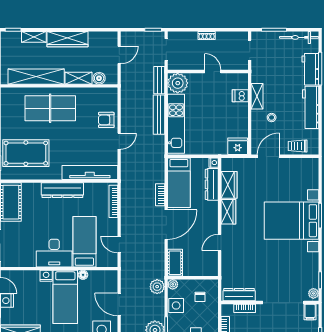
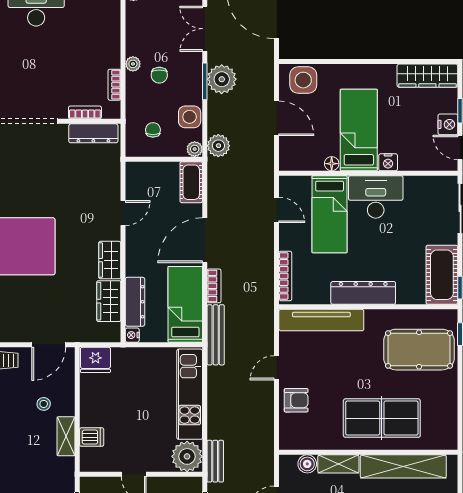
bench: (159, 115) -> (216, 335), moved

